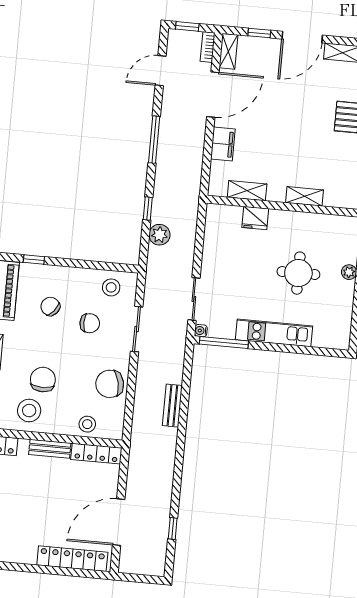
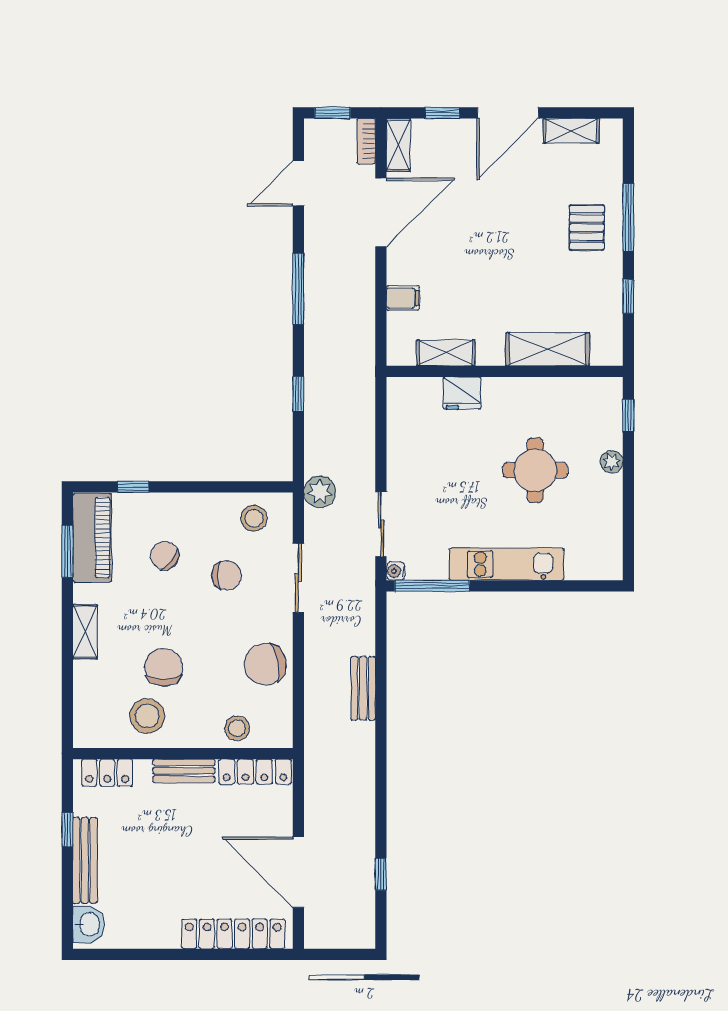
filing cabinet: (223, 144) -> (403, 298), width x0.50
shelving: (305, 196) -> (548, 349), width x1.50, depth x1.33
plant: (159, 235) -> (320, 492), moved
door: (119, 522) -> (298, 872), hinge flipped

